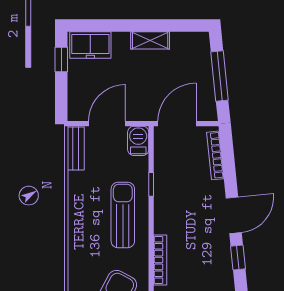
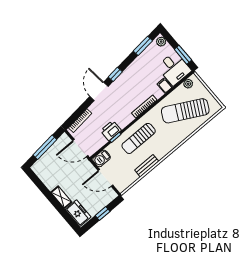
shelving: (150, 40) -> (61, 197), moved
window: (61, 59) -> (103, 214), moved
bench: (76, 148) -> (147, 166), moved
printer: (166, 186) -> (111, 130), added
door: (234, 215) -> (99, 91), hinge flipped

